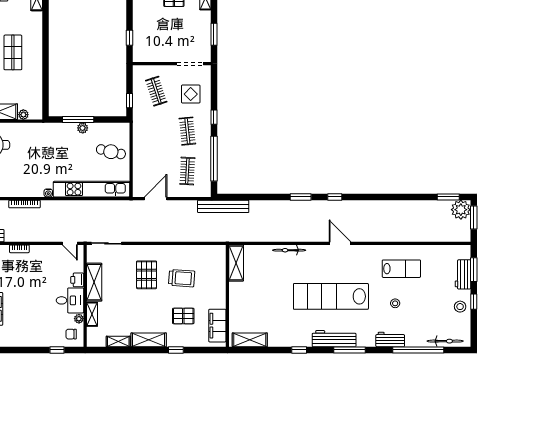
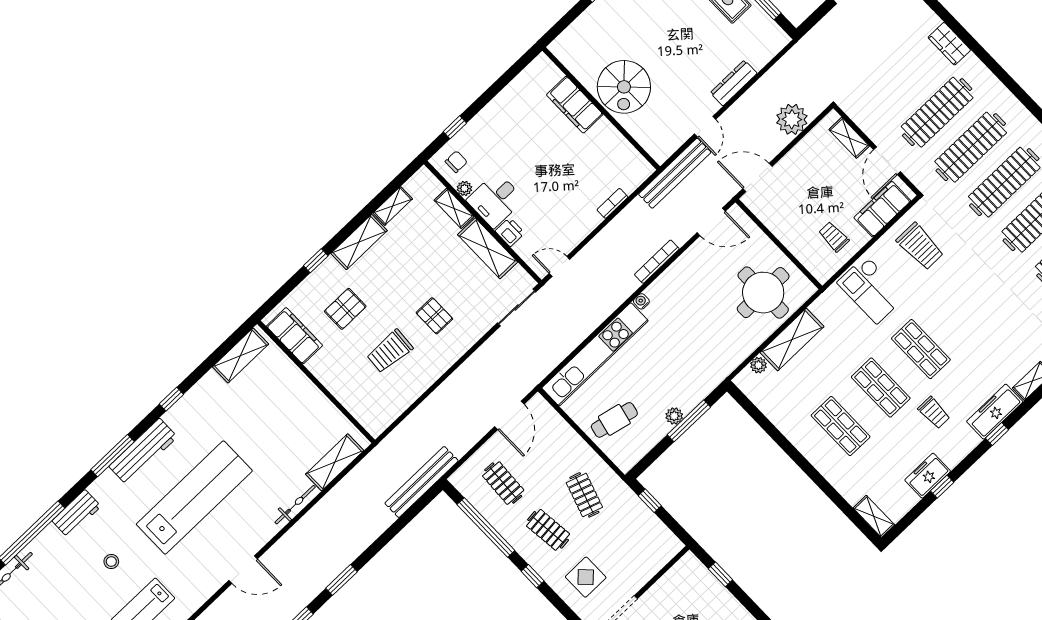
clothes rail: (156, 91) -> (584, 495), moved, turned 36
shelving: (236, 263) -> (335, 462), moved, turned 90
pallet: (147, 275) -> (434, 316), width x0.67, depth x0.71

